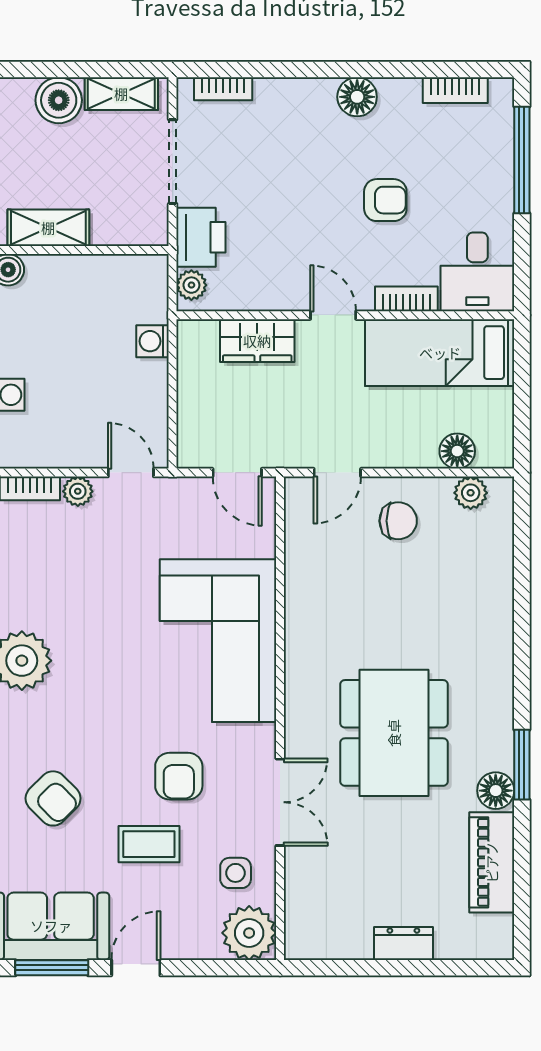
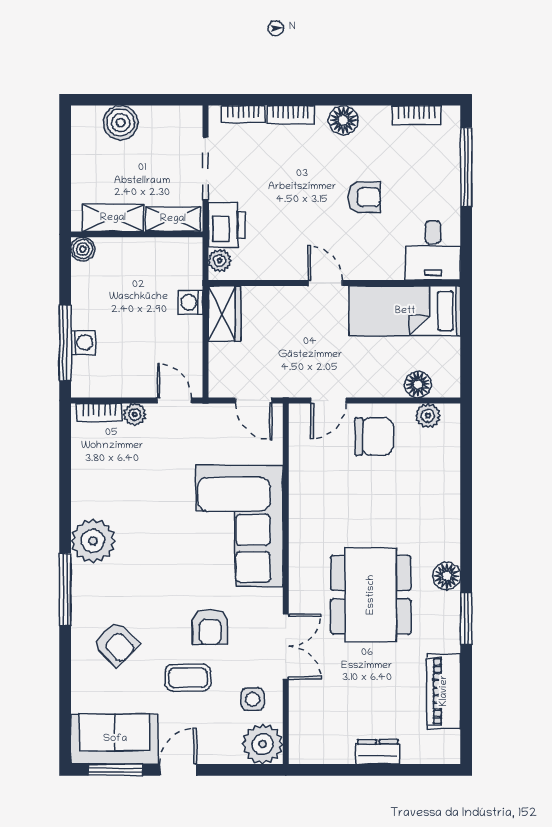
shelving: (121, 94) -> (173, 219), moved
bookcase: (406, 299) -> (290, 115), moved, turned 180
wardrobe: (257, 341) -> (224, 314), moved, turned -90
chair: (398, 521) -> (374, 436), width x1.37, depth x1.37
floor lamp: (496, 791) -> (447, 576), moved

